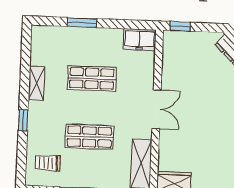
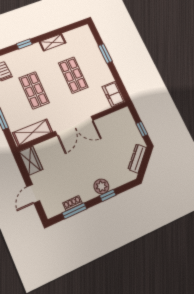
window: (180, 26) -> (142, 129), moved
double door: (156, 109) -> (74, 126), width x1.37

